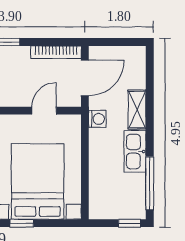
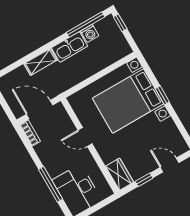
bookcase: (56, 52) -> (30, 133), width x0.64
door: (44, 111) -> (85, 137), moved
washing machine: (97, 119) -> (90, 33), moved, turned 180

